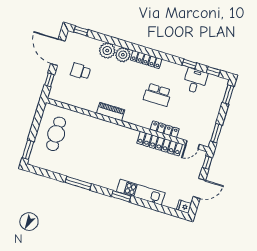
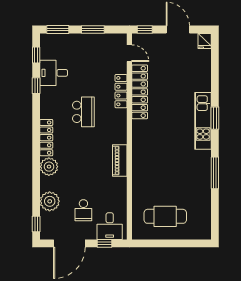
plant: (107, 51) -> (50, 201), moved
desk: (62, 88) -> (110, 226), added
window: (216, 133) -> (93, 30), moved
window: (28, 150) -> (194, 243), removed
kitchen unit: (141, 192) -> (203, 121), moved

